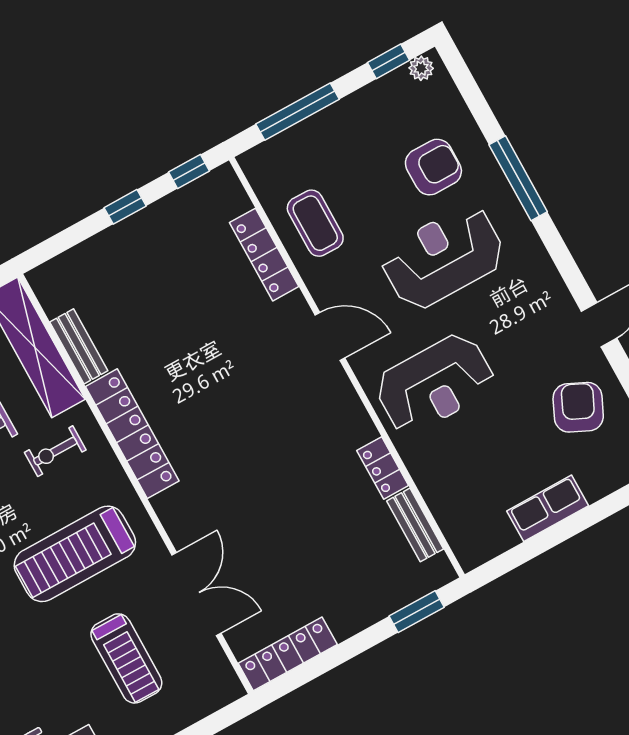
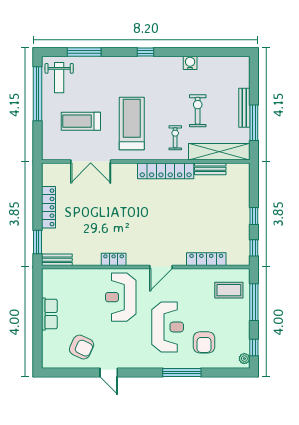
coffee table: (315, 223) -> (229, 290), moved
locker: (383, 468) -> (114, 259), moved
bench: (415, 525) -> (57, 260), moved
locker: (288, 654) -> (49, 207), moved

